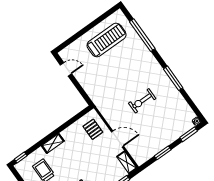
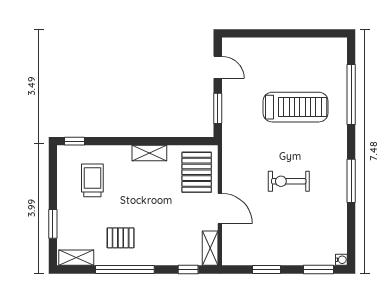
treadmill: (107, 40) -> (295, 107), moved
window: (81, 90) -> (218, 108), added
pallet: (93, 129) -> (197, 172), width x1.50, depth x1.42
shelving: (53, 143) -> (149, 153), moved

